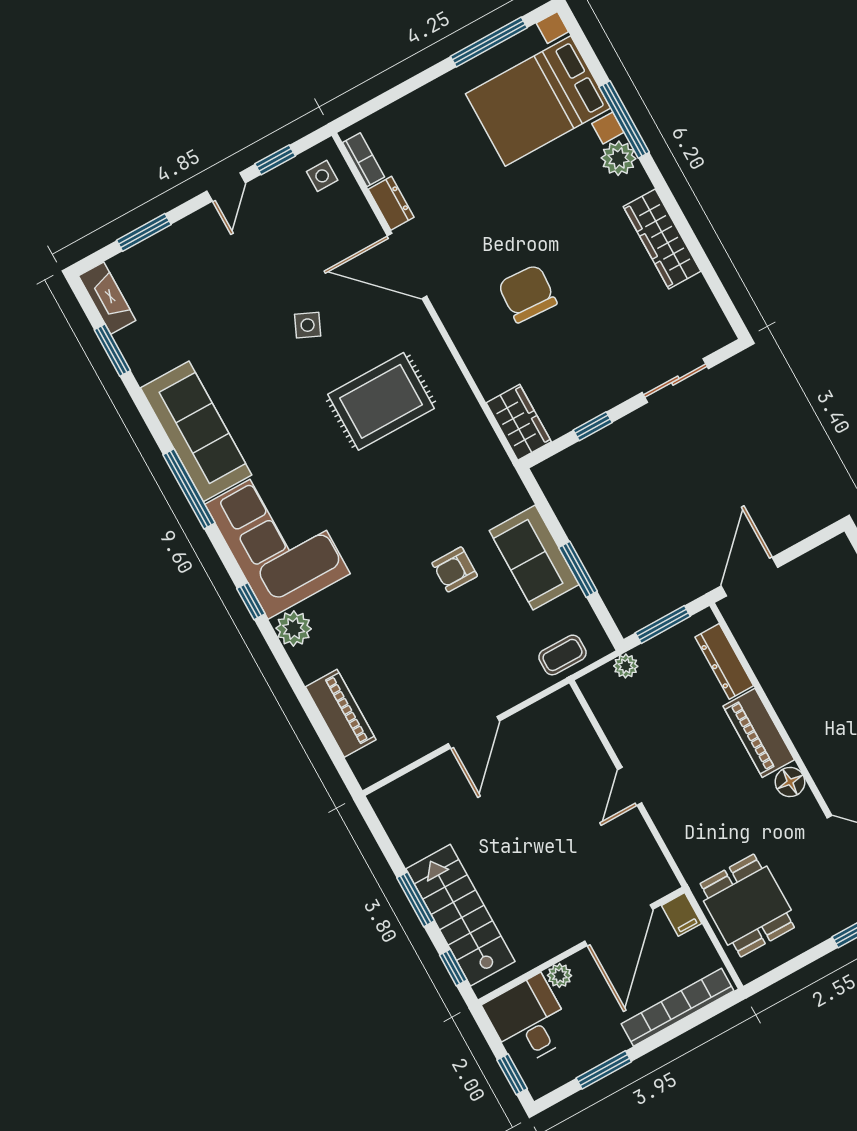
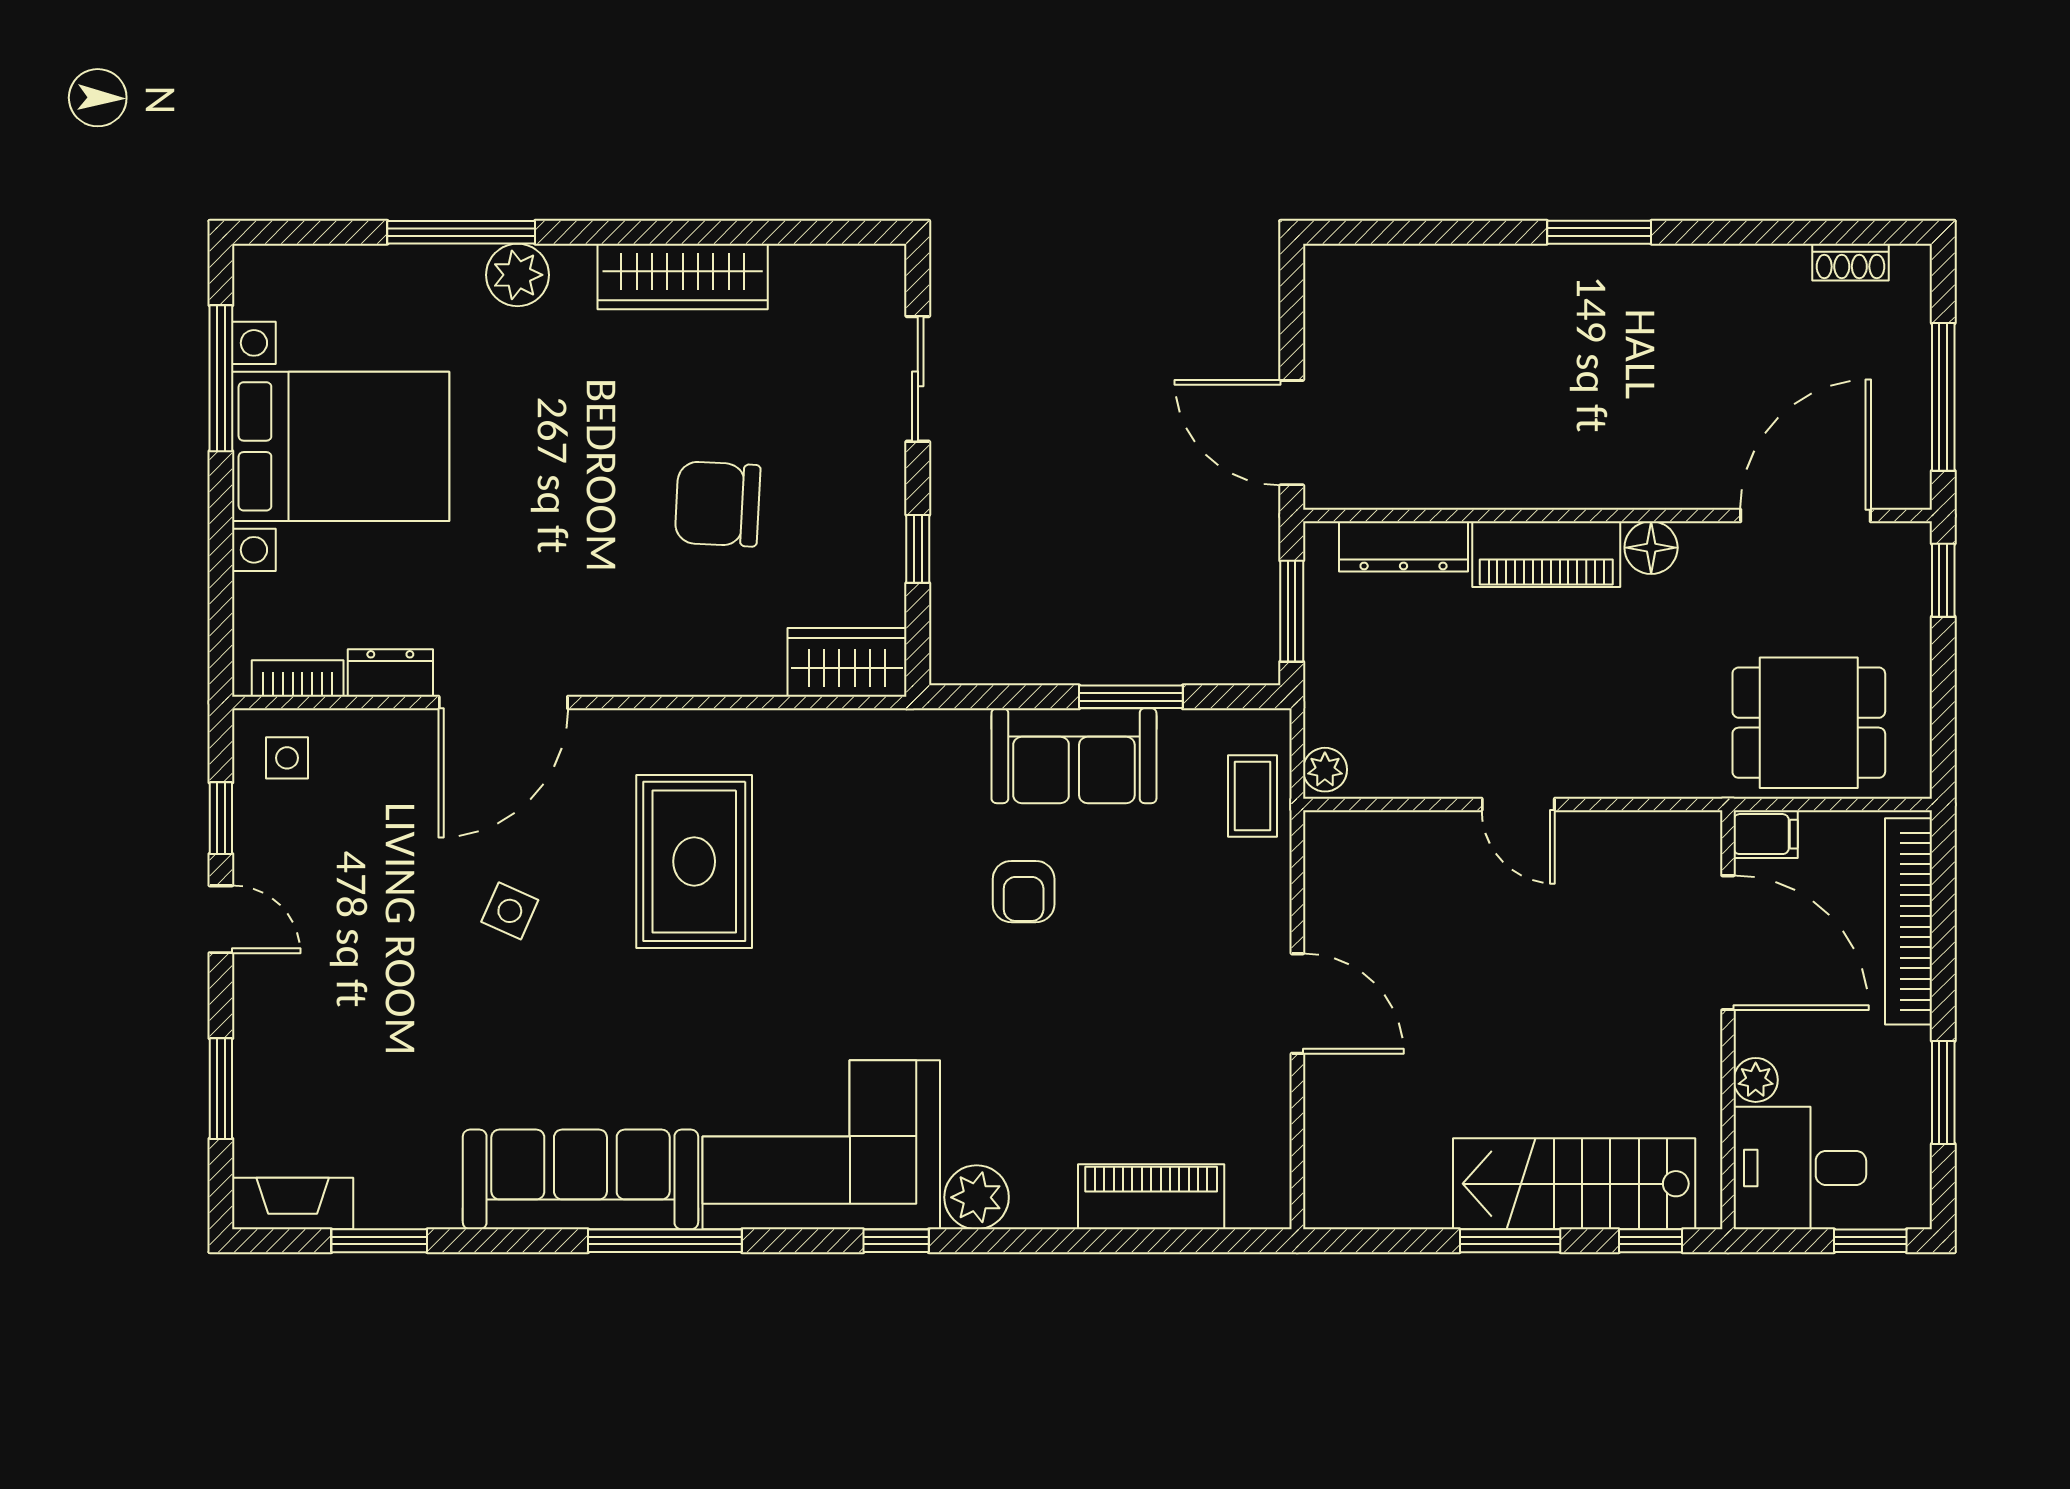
bed with nightstands: (538, 101) -> (341, 446), moved, turned -90
chair: (527, 294) -> (718, 504), moved
plant: (626, 666) -> (1325, 770), moved

